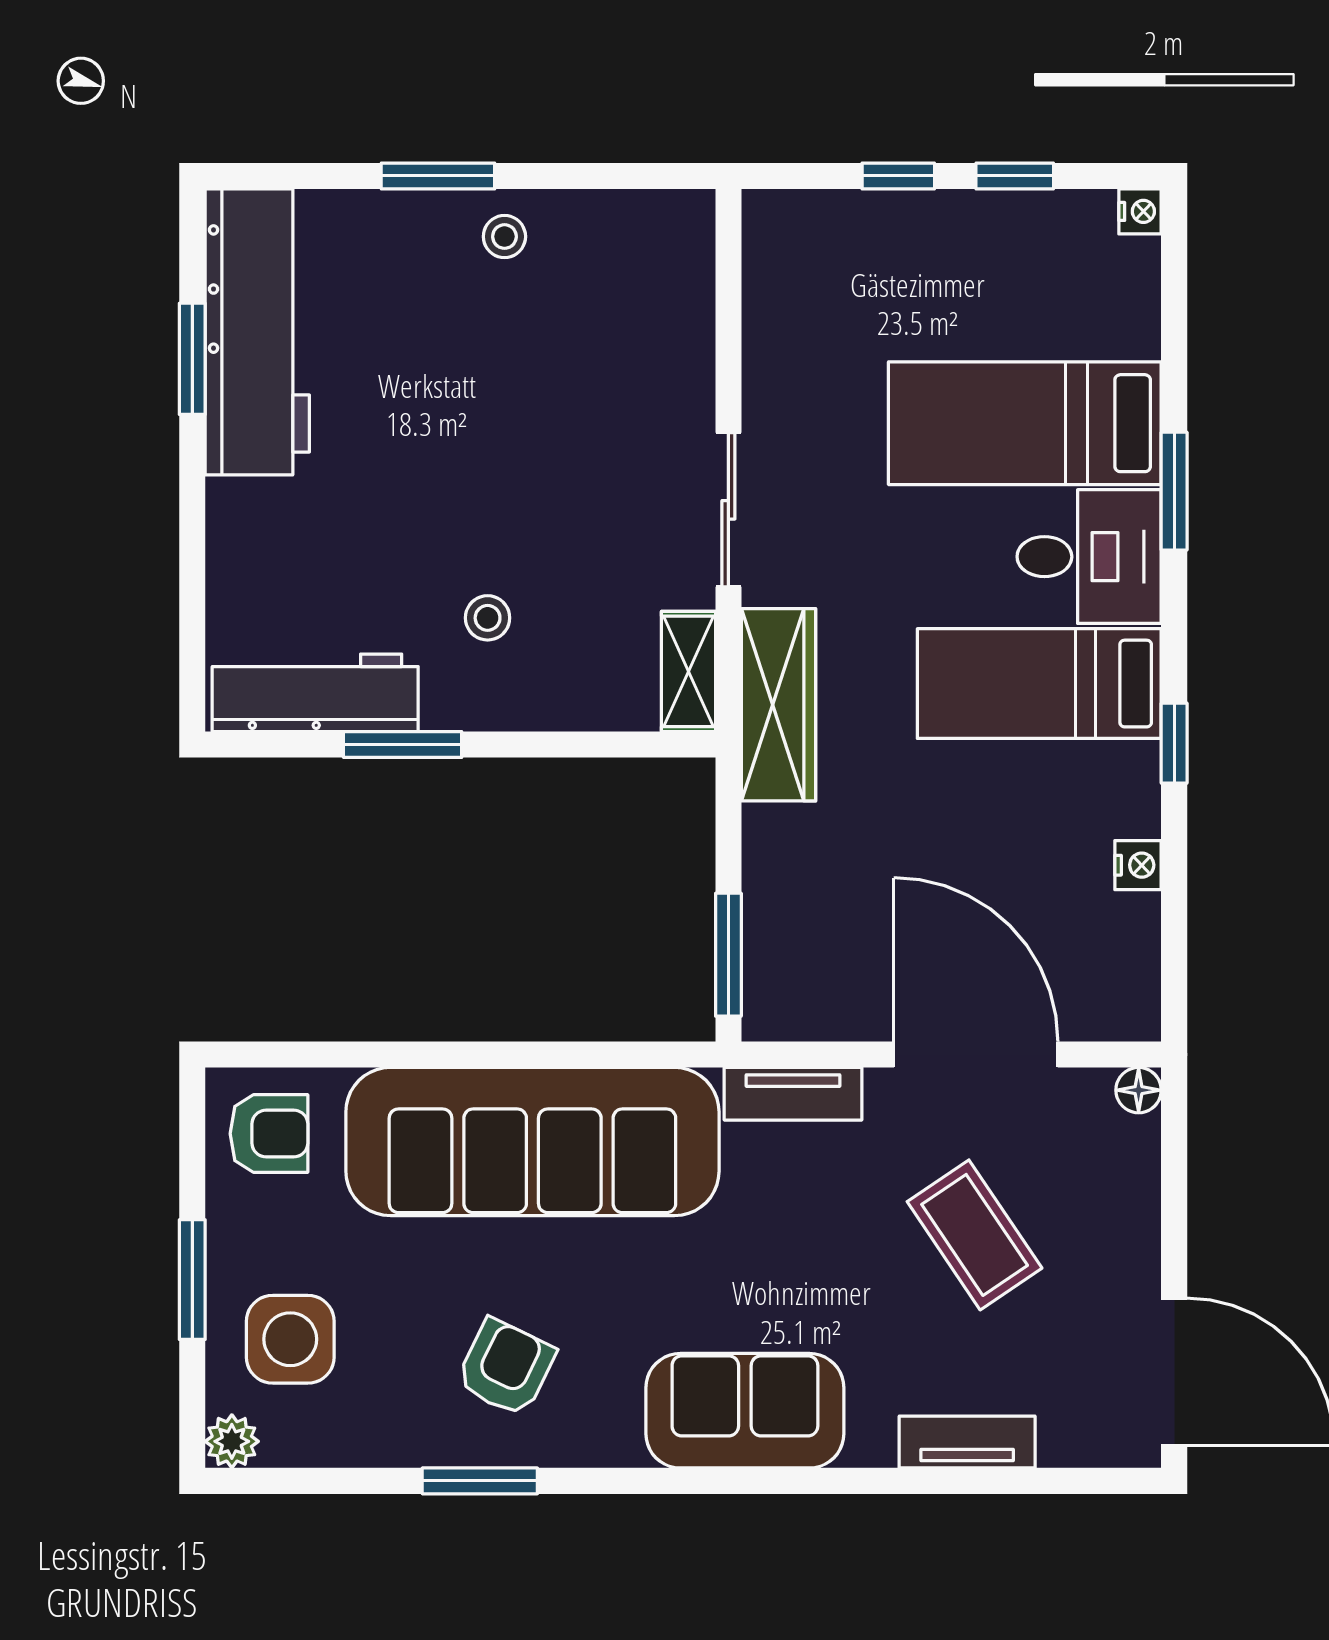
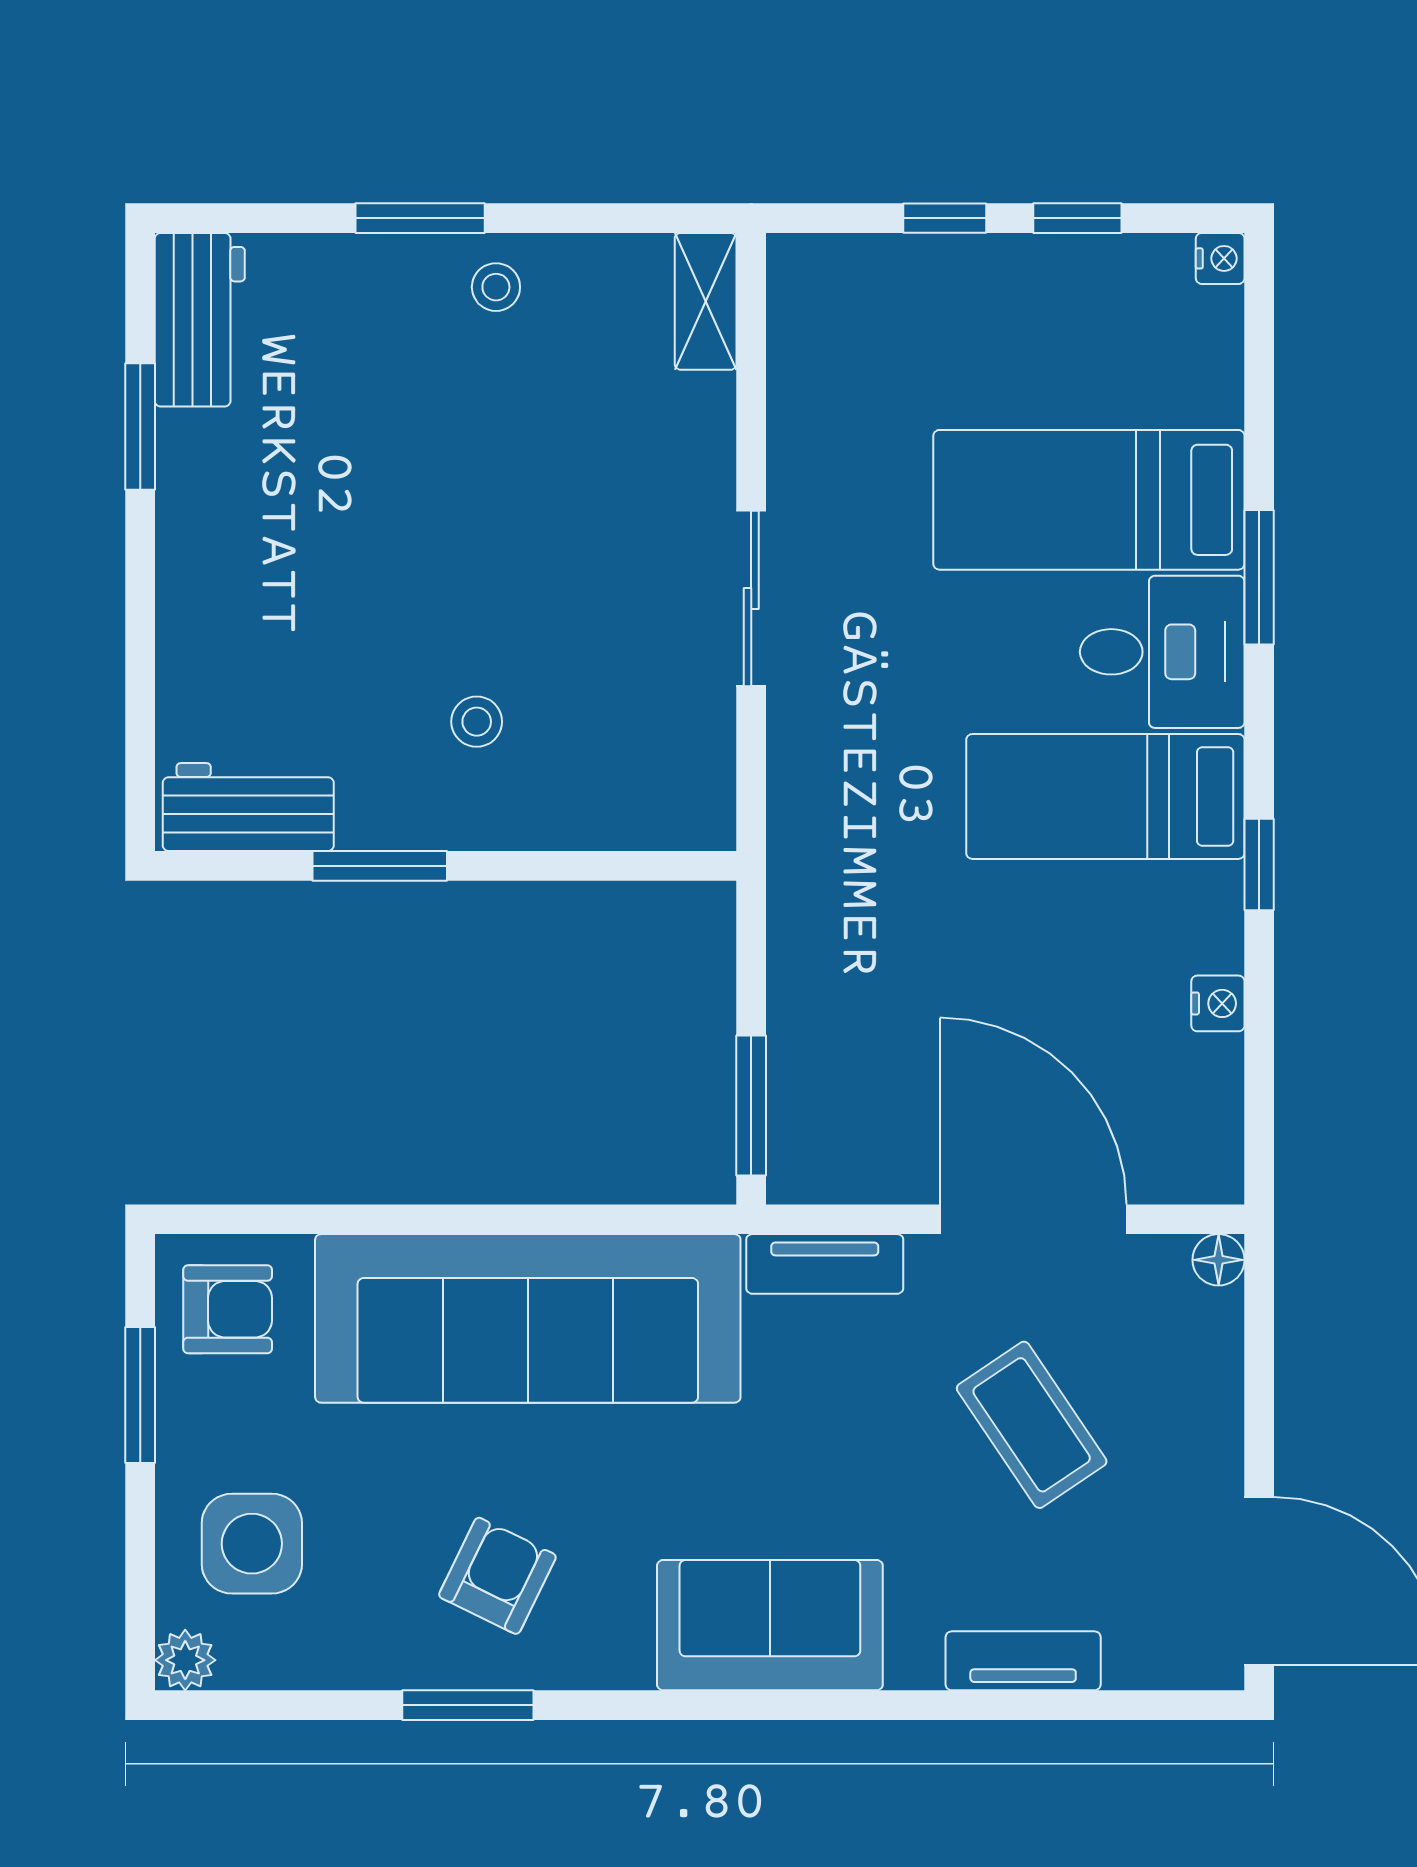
workbench: (257, 332) -> (200, 320), width x0.53, depth x0.76
shelving: (688, 671) -> (706, 301), moved
workbench: (315, 693) -> (248, 807), width x0.73
wardrobe: (779, 705) -> (808, 821), removed
window: (192, 1280) -> (140, 1395), moved

